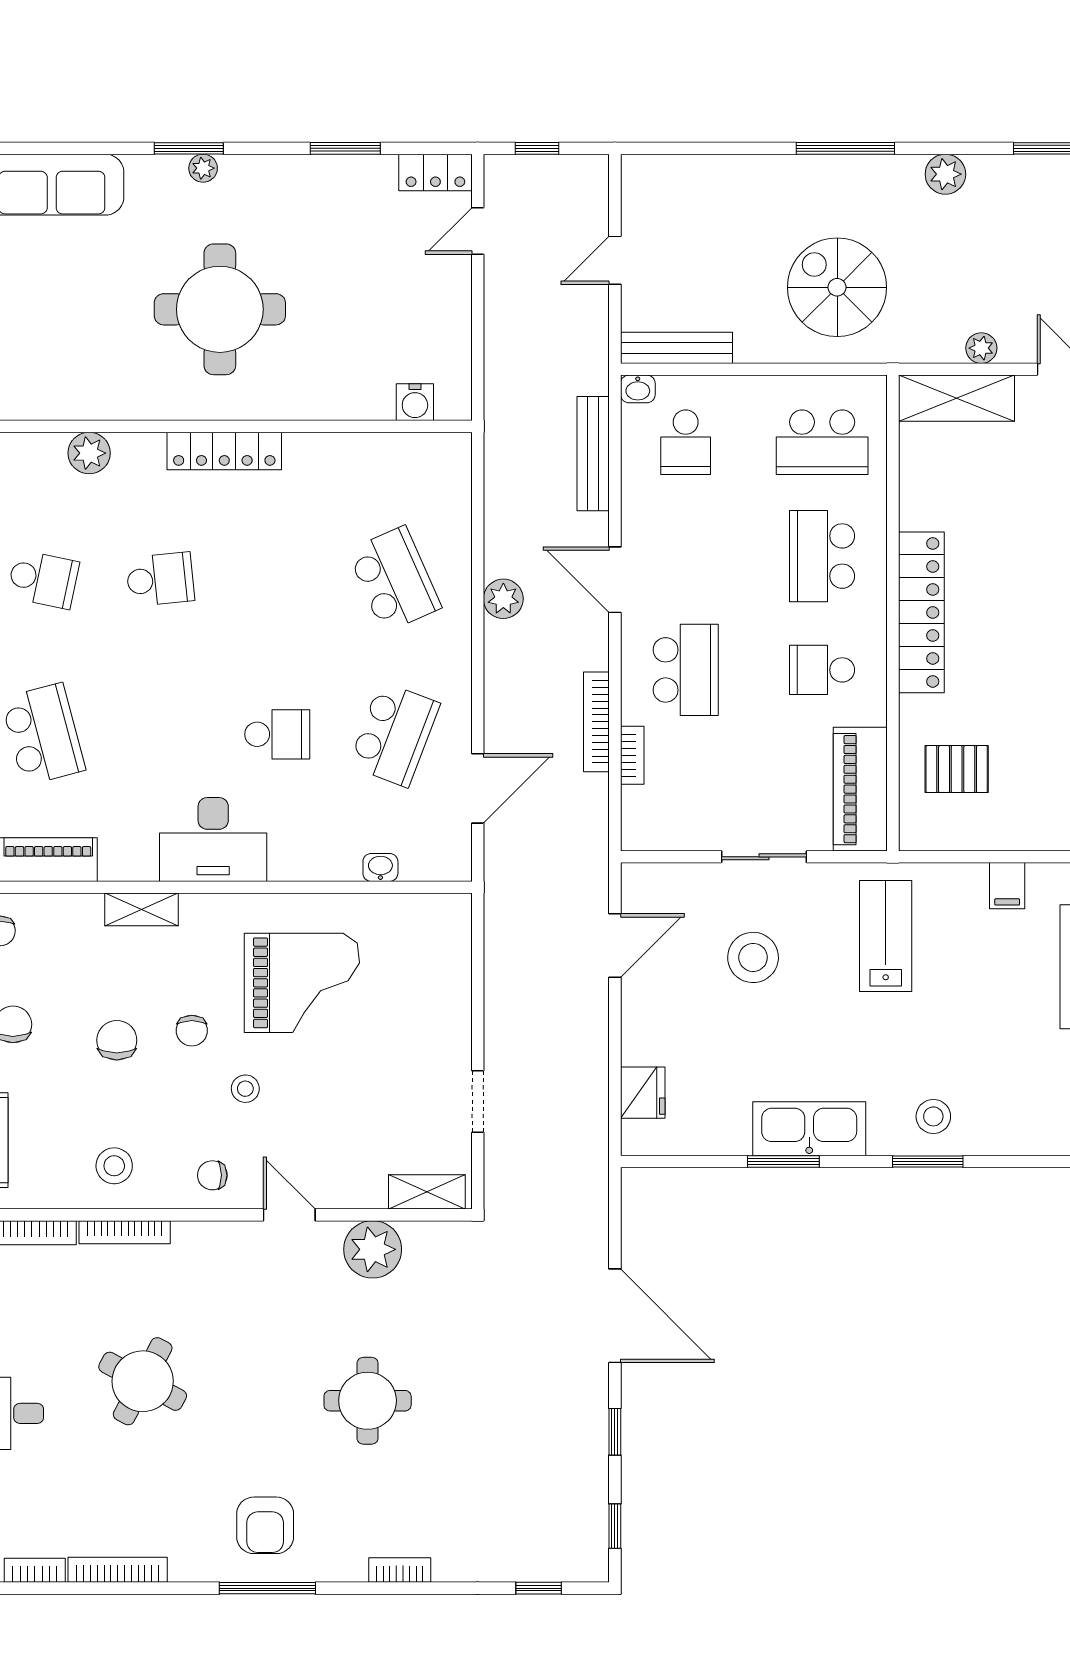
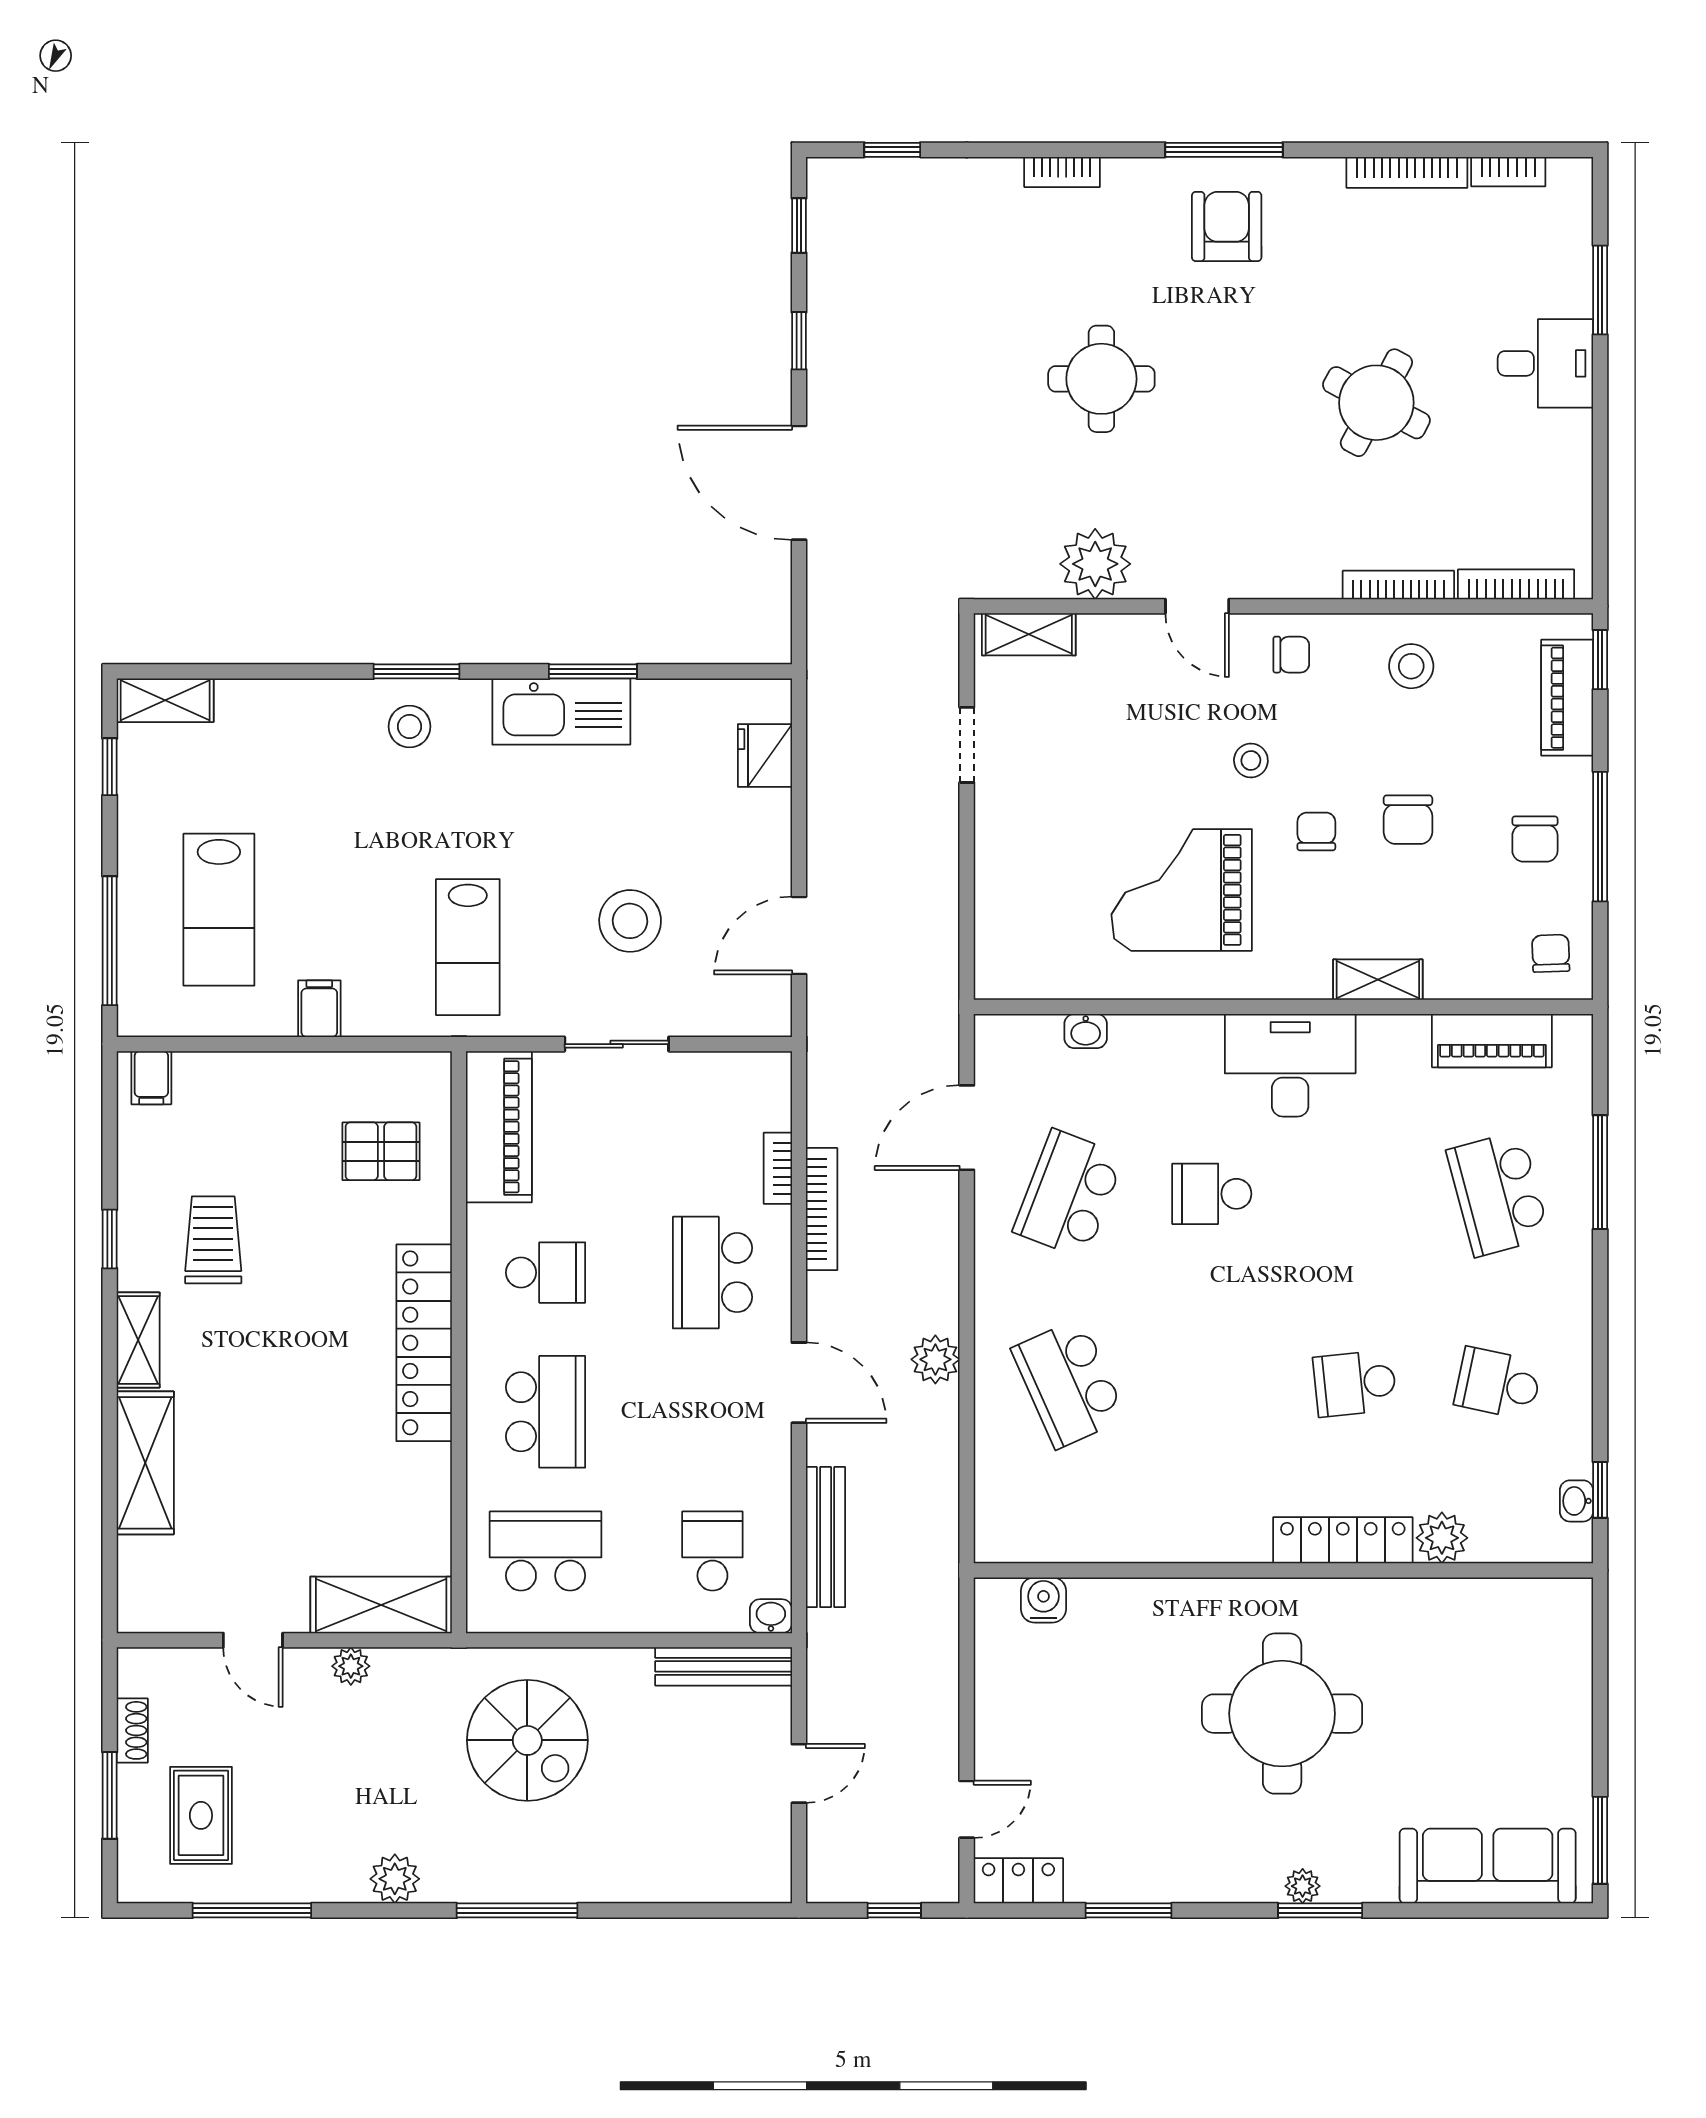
locker: (224, 451) -> (1343, 1540), moved

